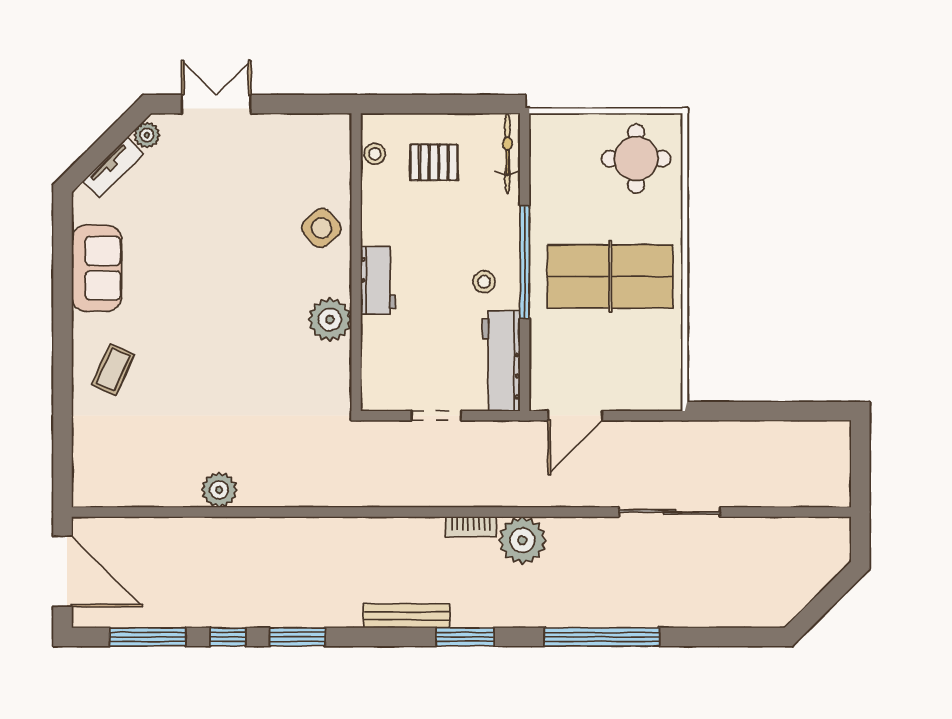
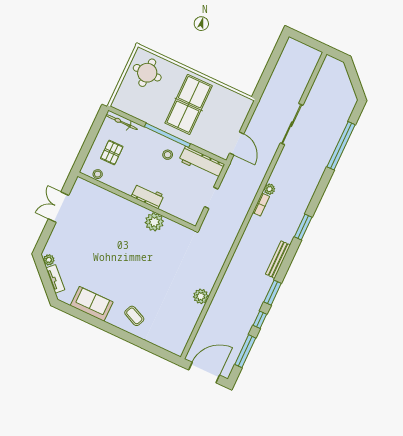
double door: (216, 104) -> (59, 207), moved
side table: (321, 228) -> (117, 208), removed
plant: (522, 540) -> (269, 189), width x0.53, depth x0.53
bench: (407, 616) -> (278, 260), moved
window: (602, 637) -> (341, 146), moved

